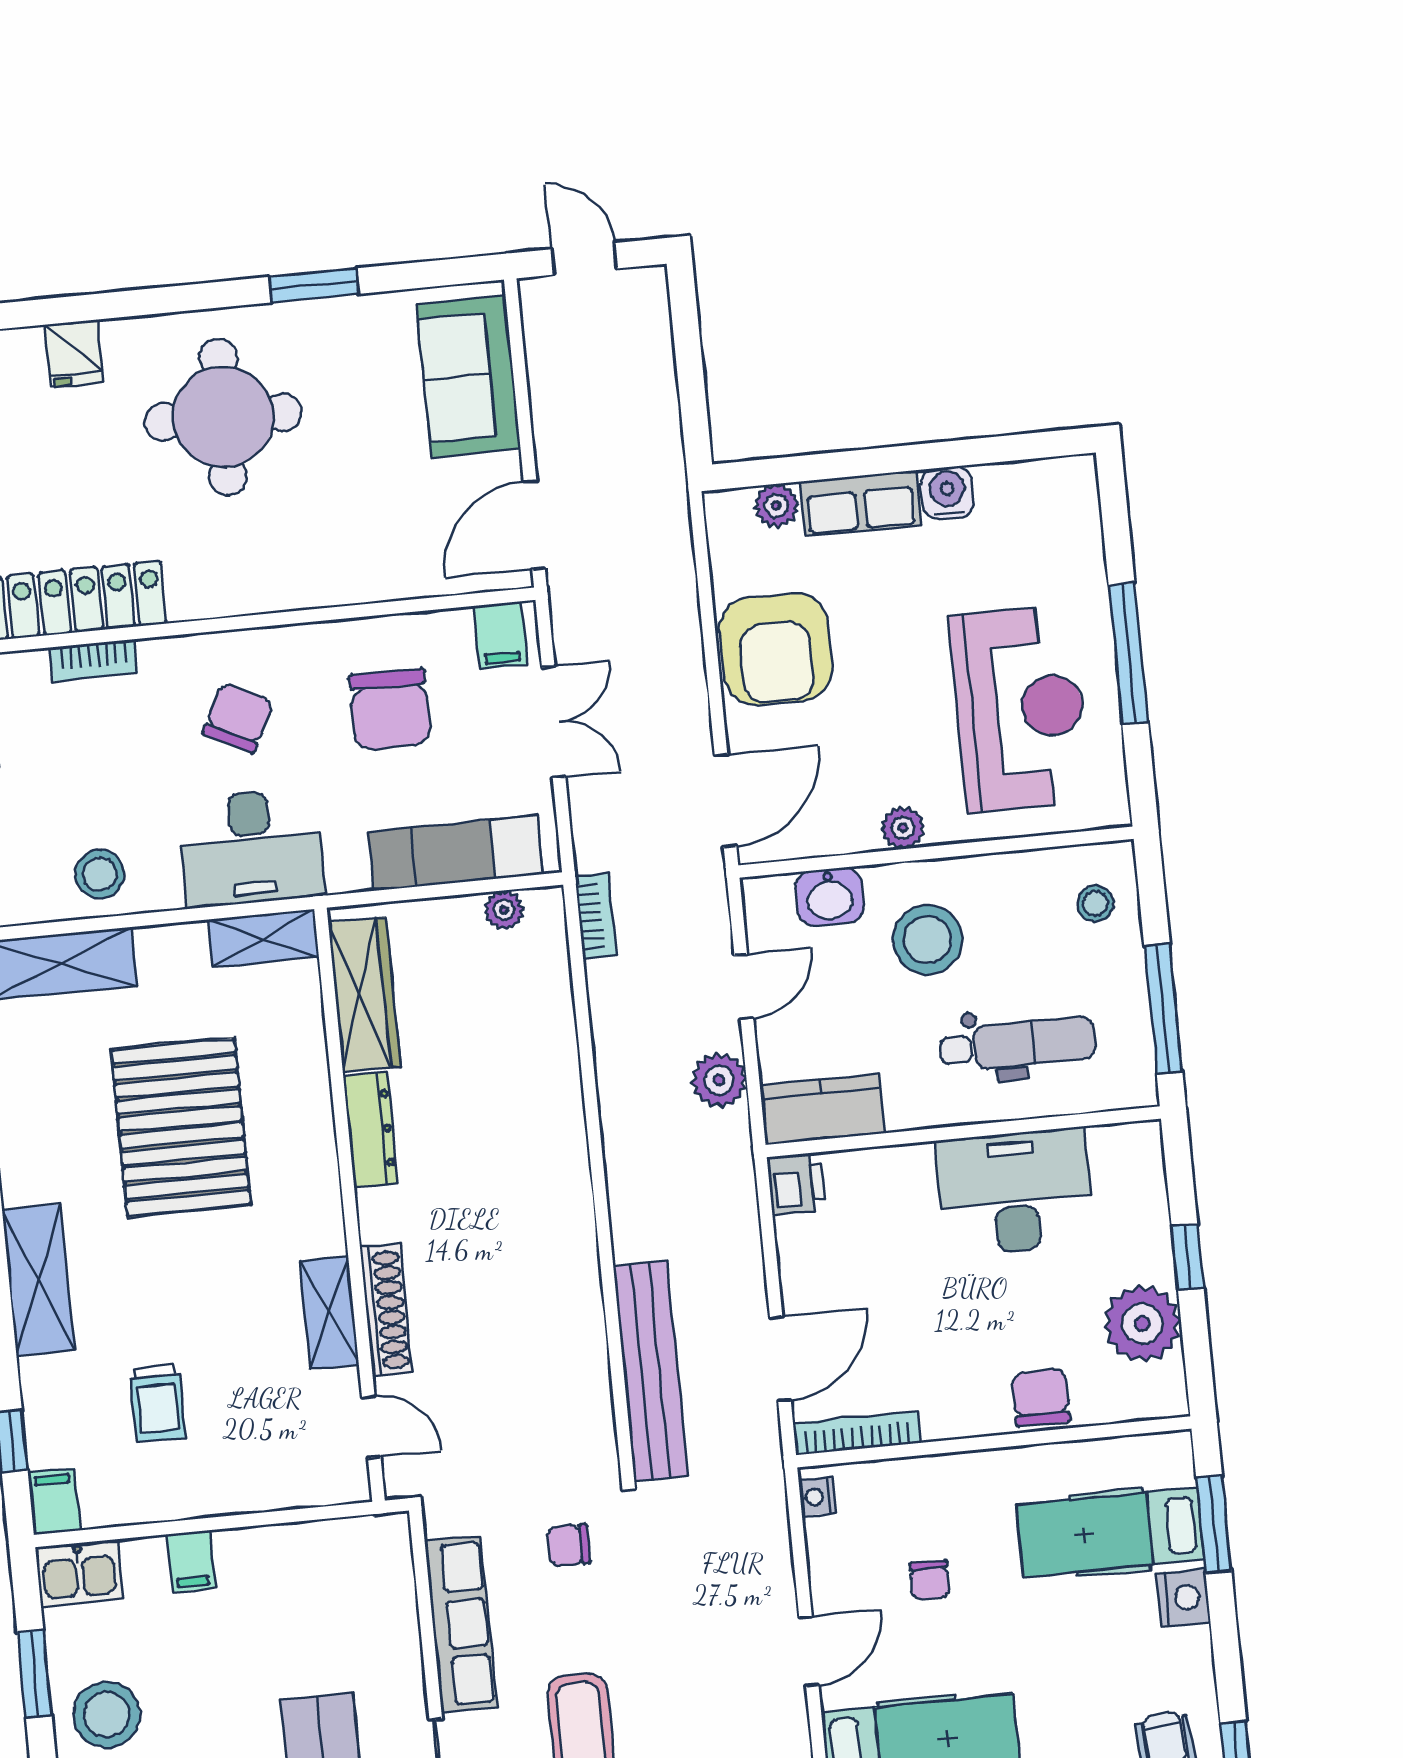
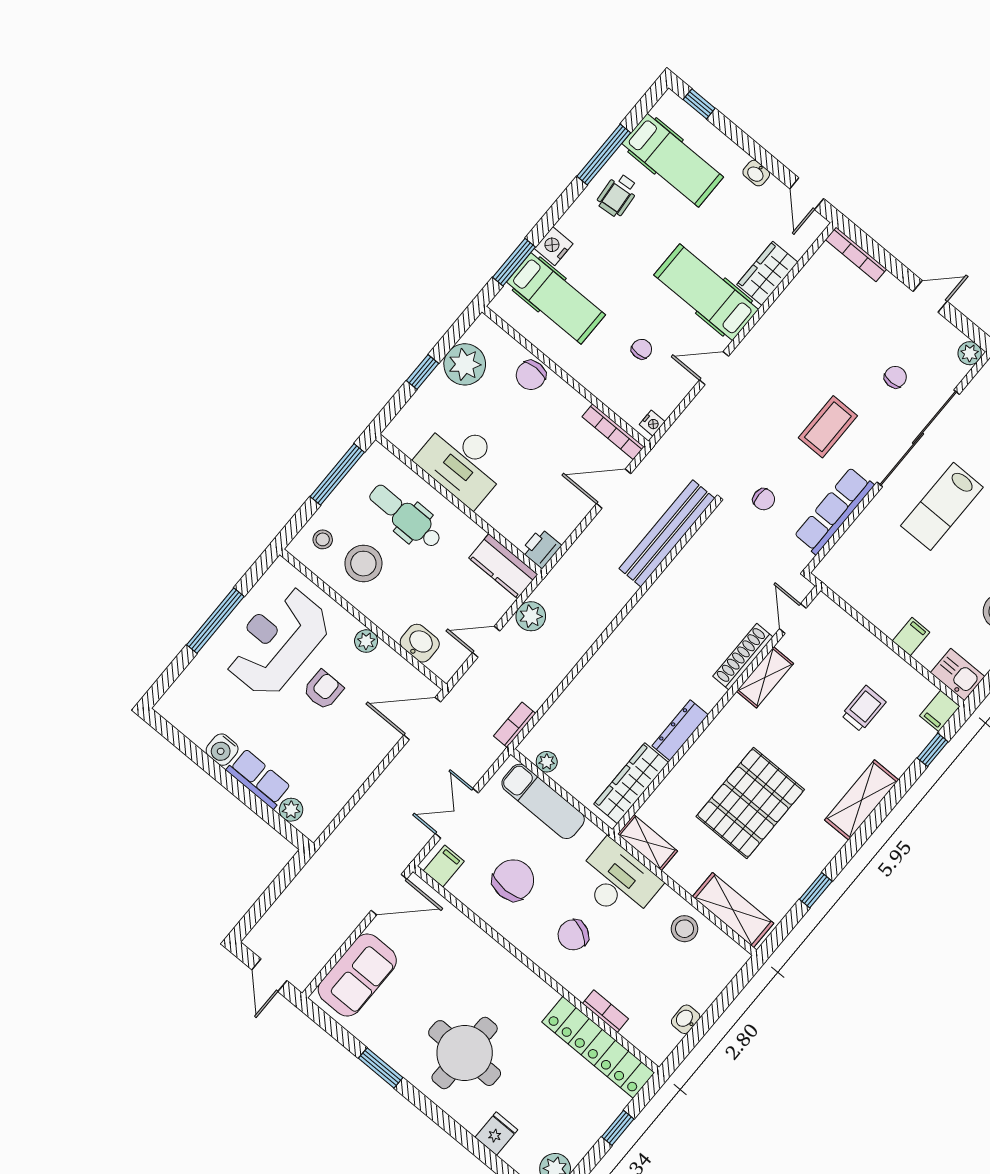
armchair: (776, 649) -> (323, 690), moved, width x0.53, depth x0.53
stool: (928, 940) -> (363, 564), moved

